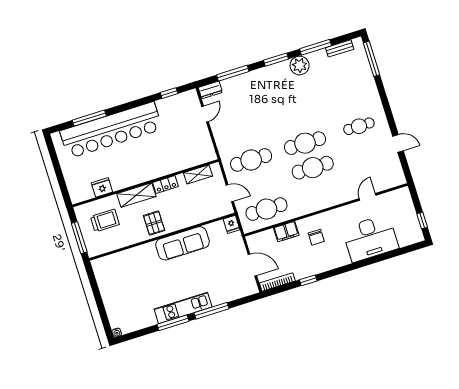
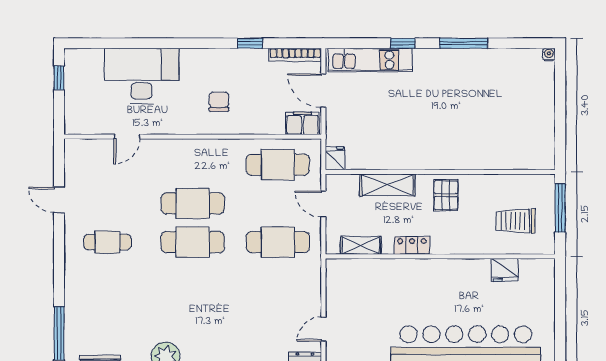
shelving: (136, 195) -> (387, 185), moved
filing cabinet: (286, 232) -> (303, 123), moved
sofa: (182, 243) -> (414, 153), removed
kitchen unit: (183, 308) -> (370, 60), moved
window: (211, 311) -> (403, 43), width x0.46

